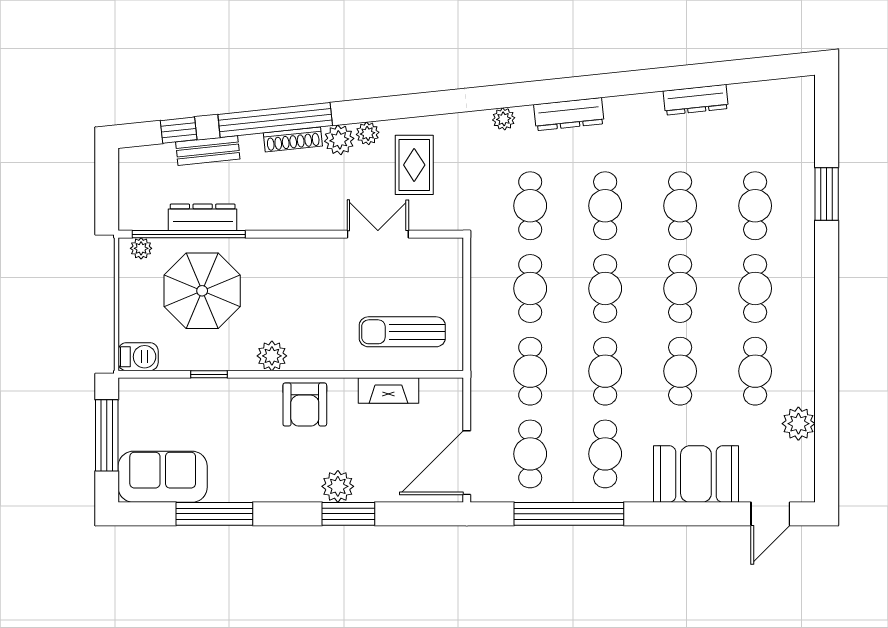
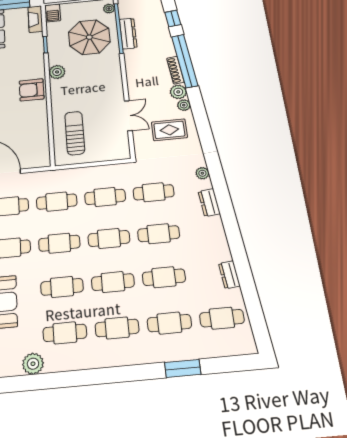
dresser: (696, 100) -> (229, 275), width x0.70
dresser: (569, 114) -> (209, 203), width x0.70
cafe table: (755, 123) -> (222, 318), added
bench: (208, 150) -> (164, 32), removed
fireplace: (388, 391) -> (35, 19), moved

